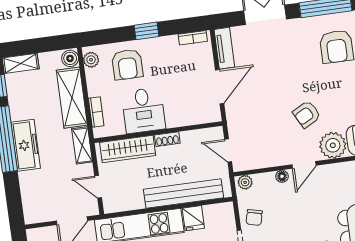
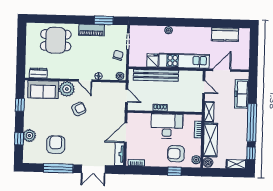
window: (147, 31) -> (174, 171), moved
armchair: (127, 64) -> (176, 154), turned -90
desk: (143, 110) -> (167, 126), width x1.37
freezer: (26, 145) -> (242, 94), moved
wardrobe: (128, 149) -> (184, 106), removed
door: (304, 165) -> (85, 80), swing flipped

